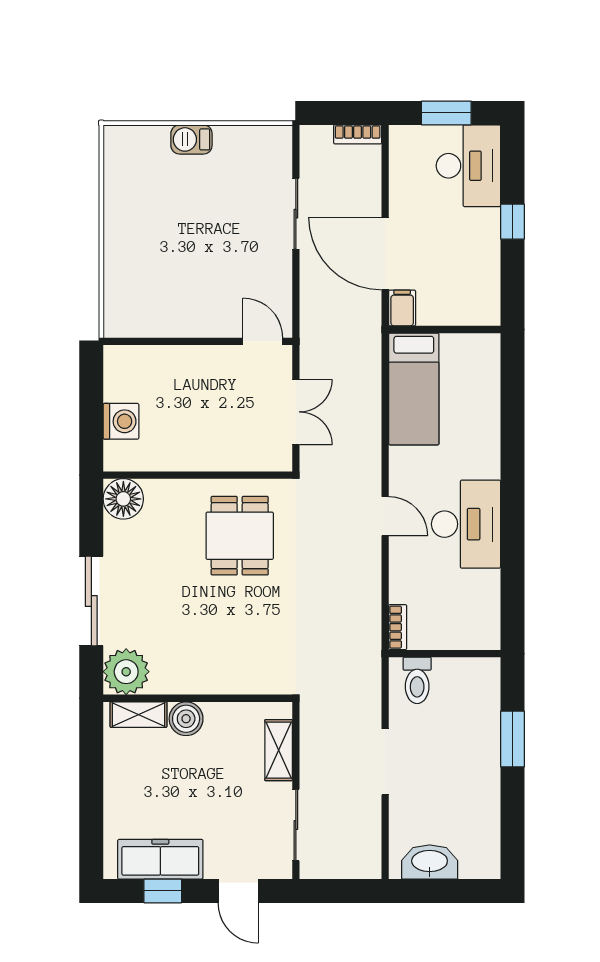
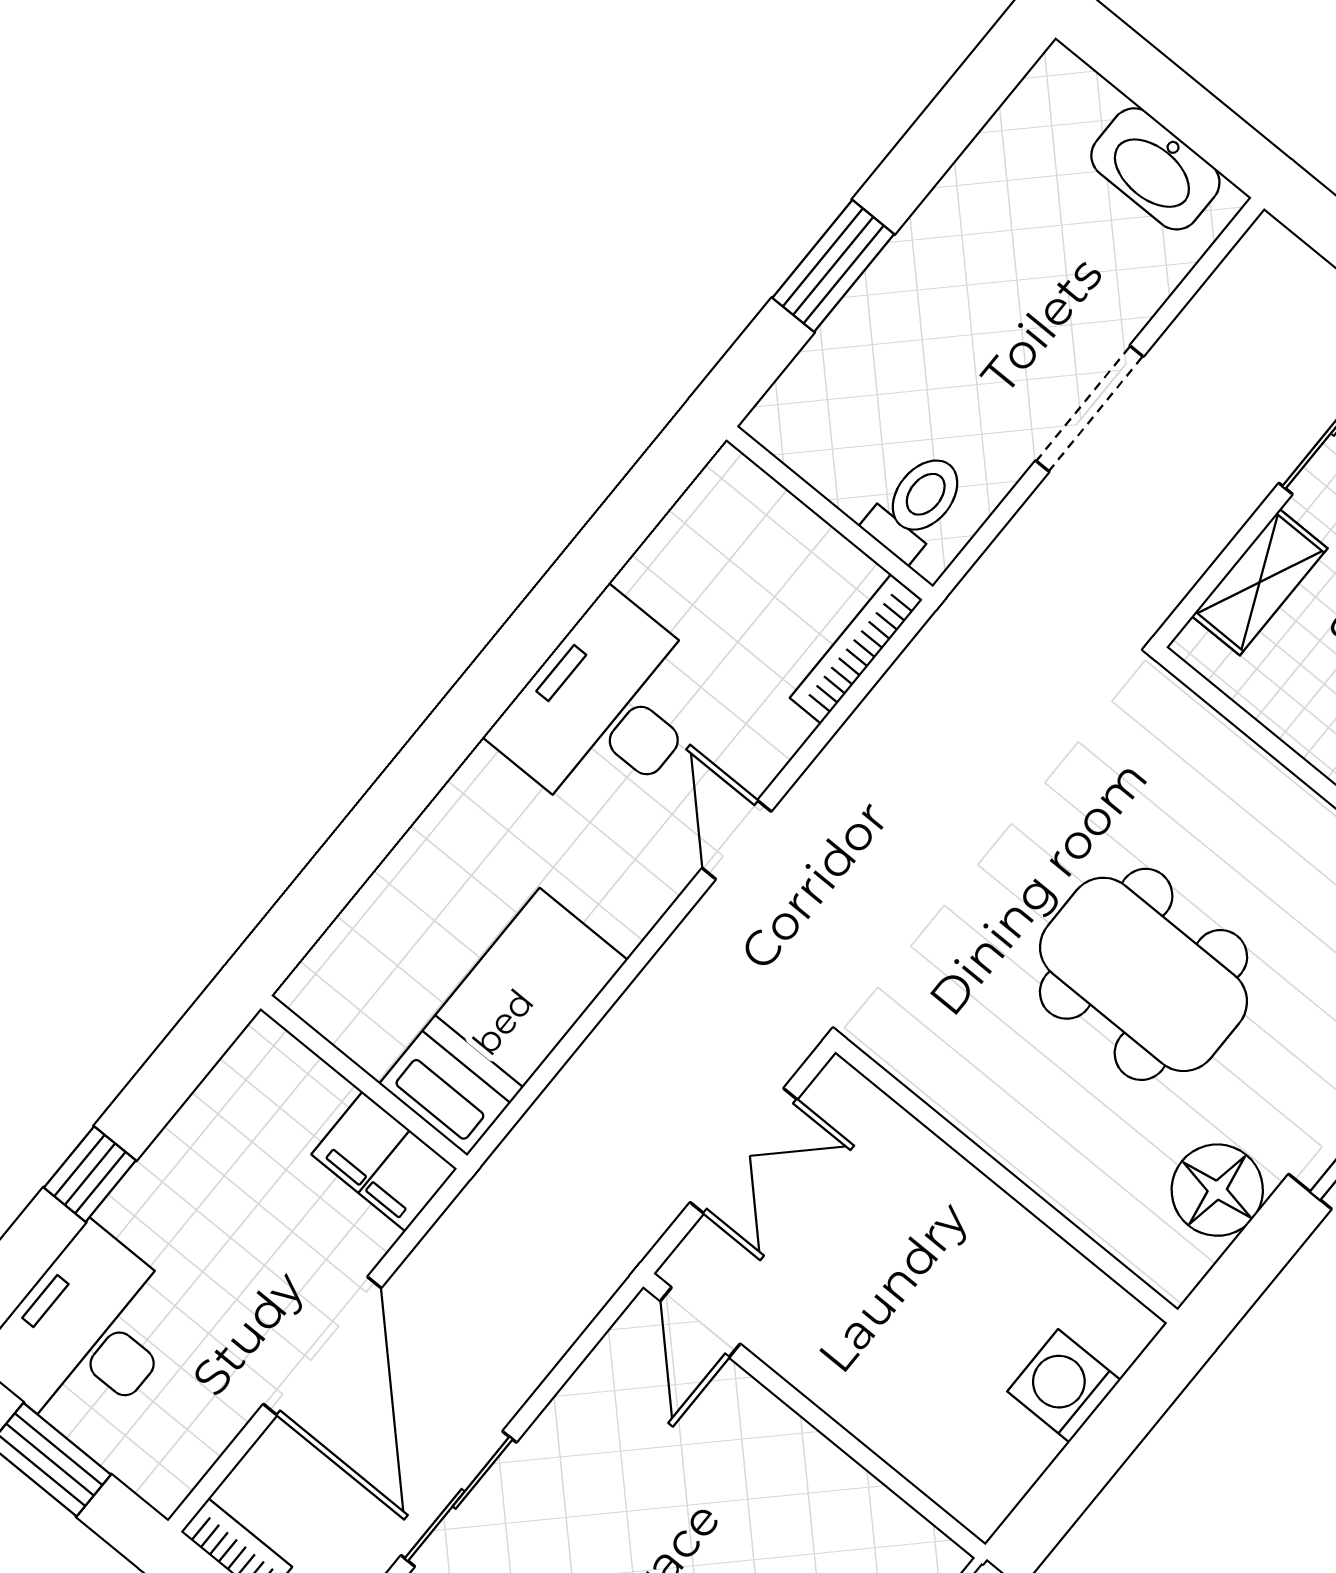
door: (385, 253) -> (322, 1346), moved
filing cabinet: (402, 308) -> (384, 1161), width x2.00
double door: (296, 412) -> (744, 1151), swing flipped
floor lamp: (123, 499) -> (1217, 1190), moved
dining table: (240, 536) -> (1144, 974), moved, width x1.38
bookcase: (398, 627) -> (856, 649), width x1.56

